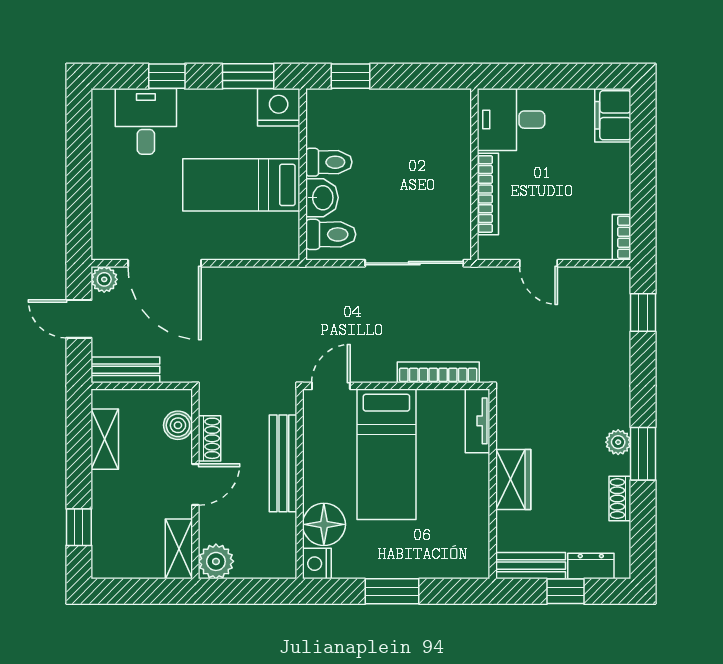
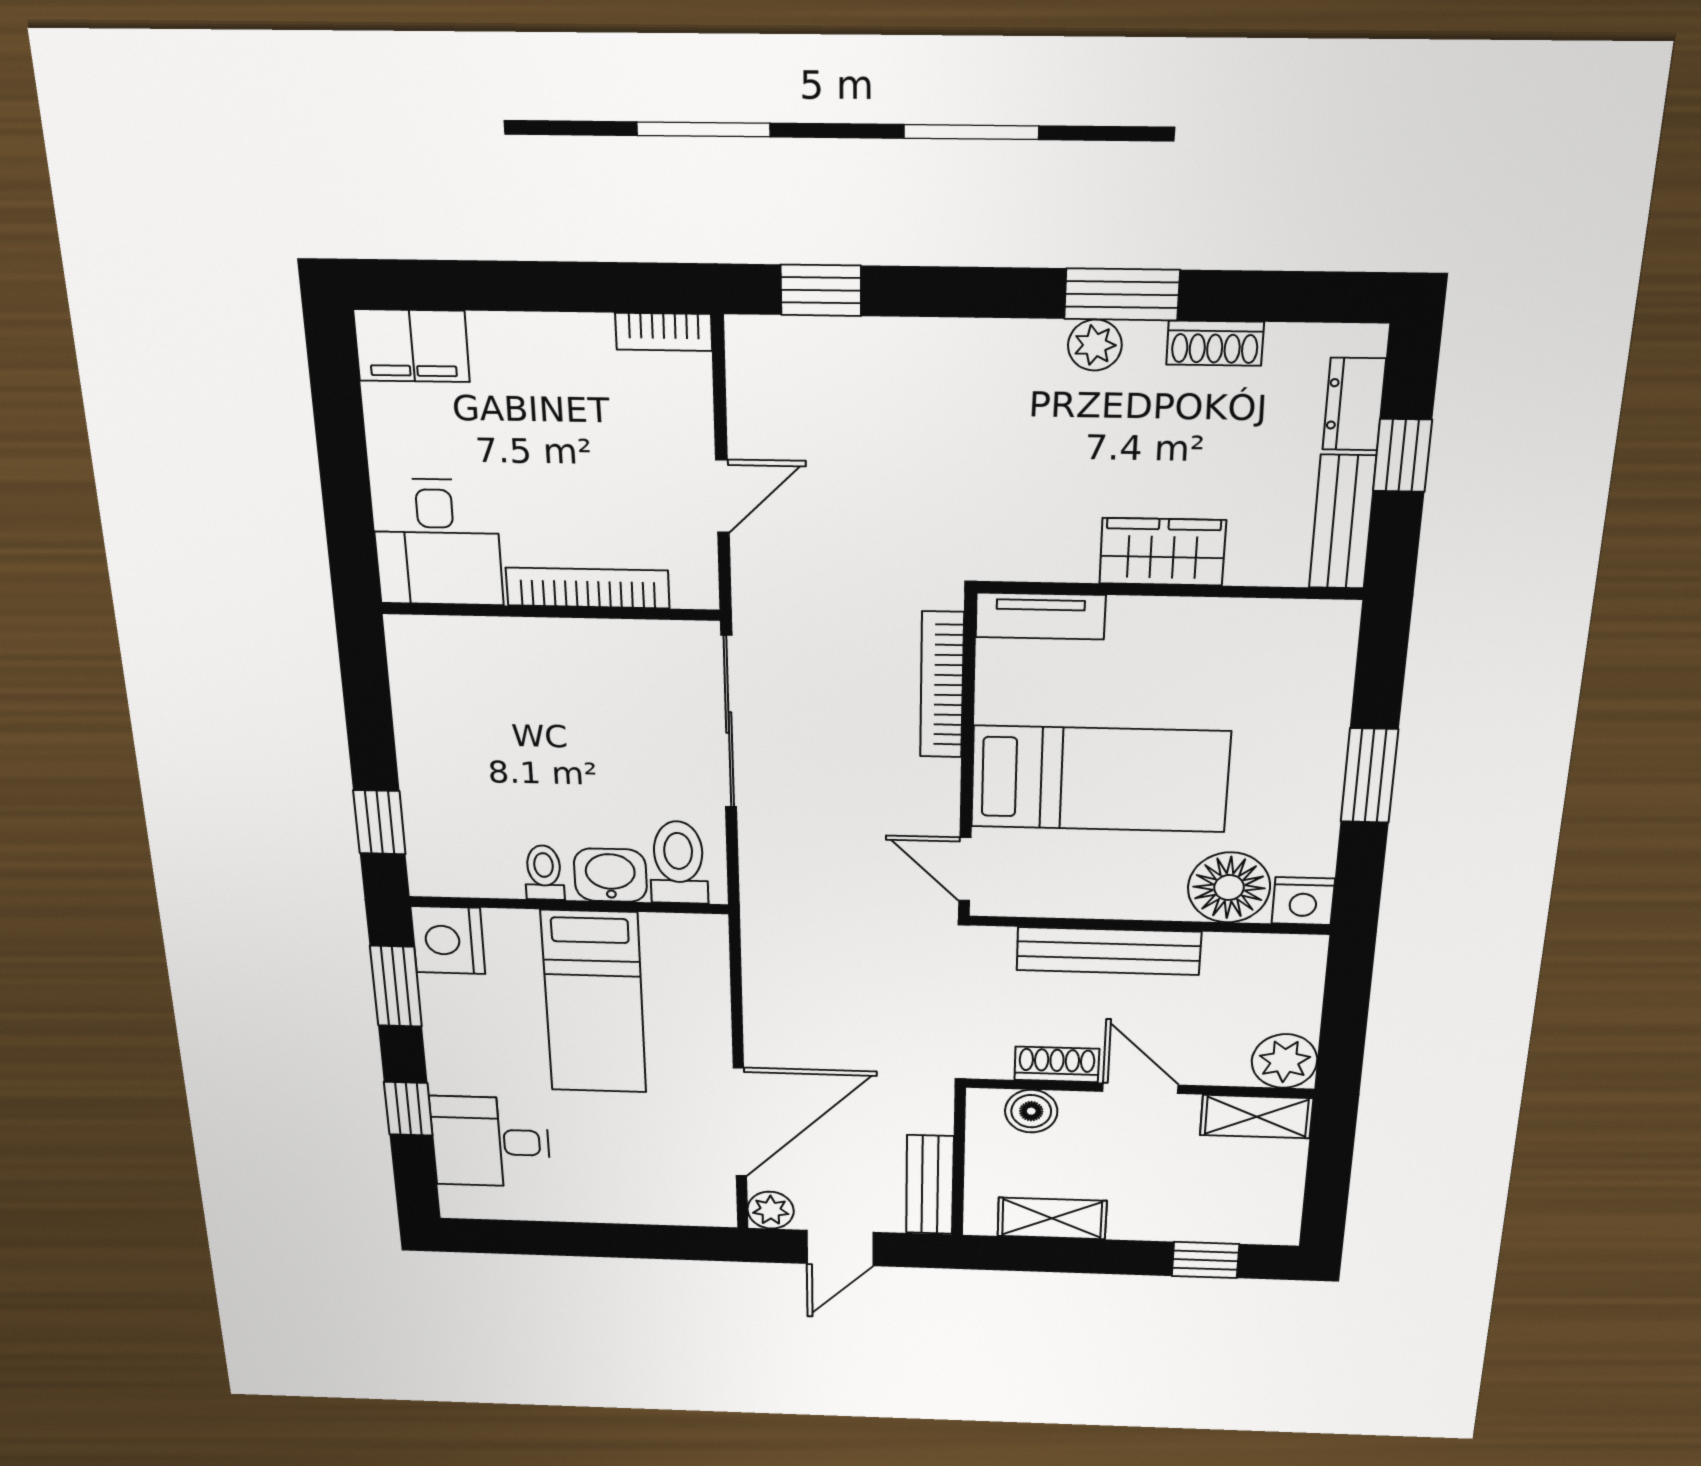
toilet: (329, 162) -> (544, 873), width x0.73, depth x0.72

